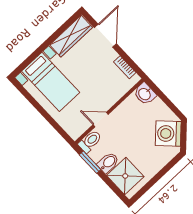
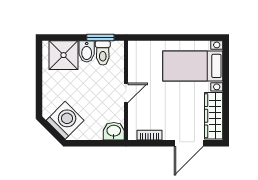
door: (105, 36) -> (189, 143), hinge flipped
door: (101, 120) -> (126, 93), moved
toilet: (90, 141) -> (103, 53), moved

